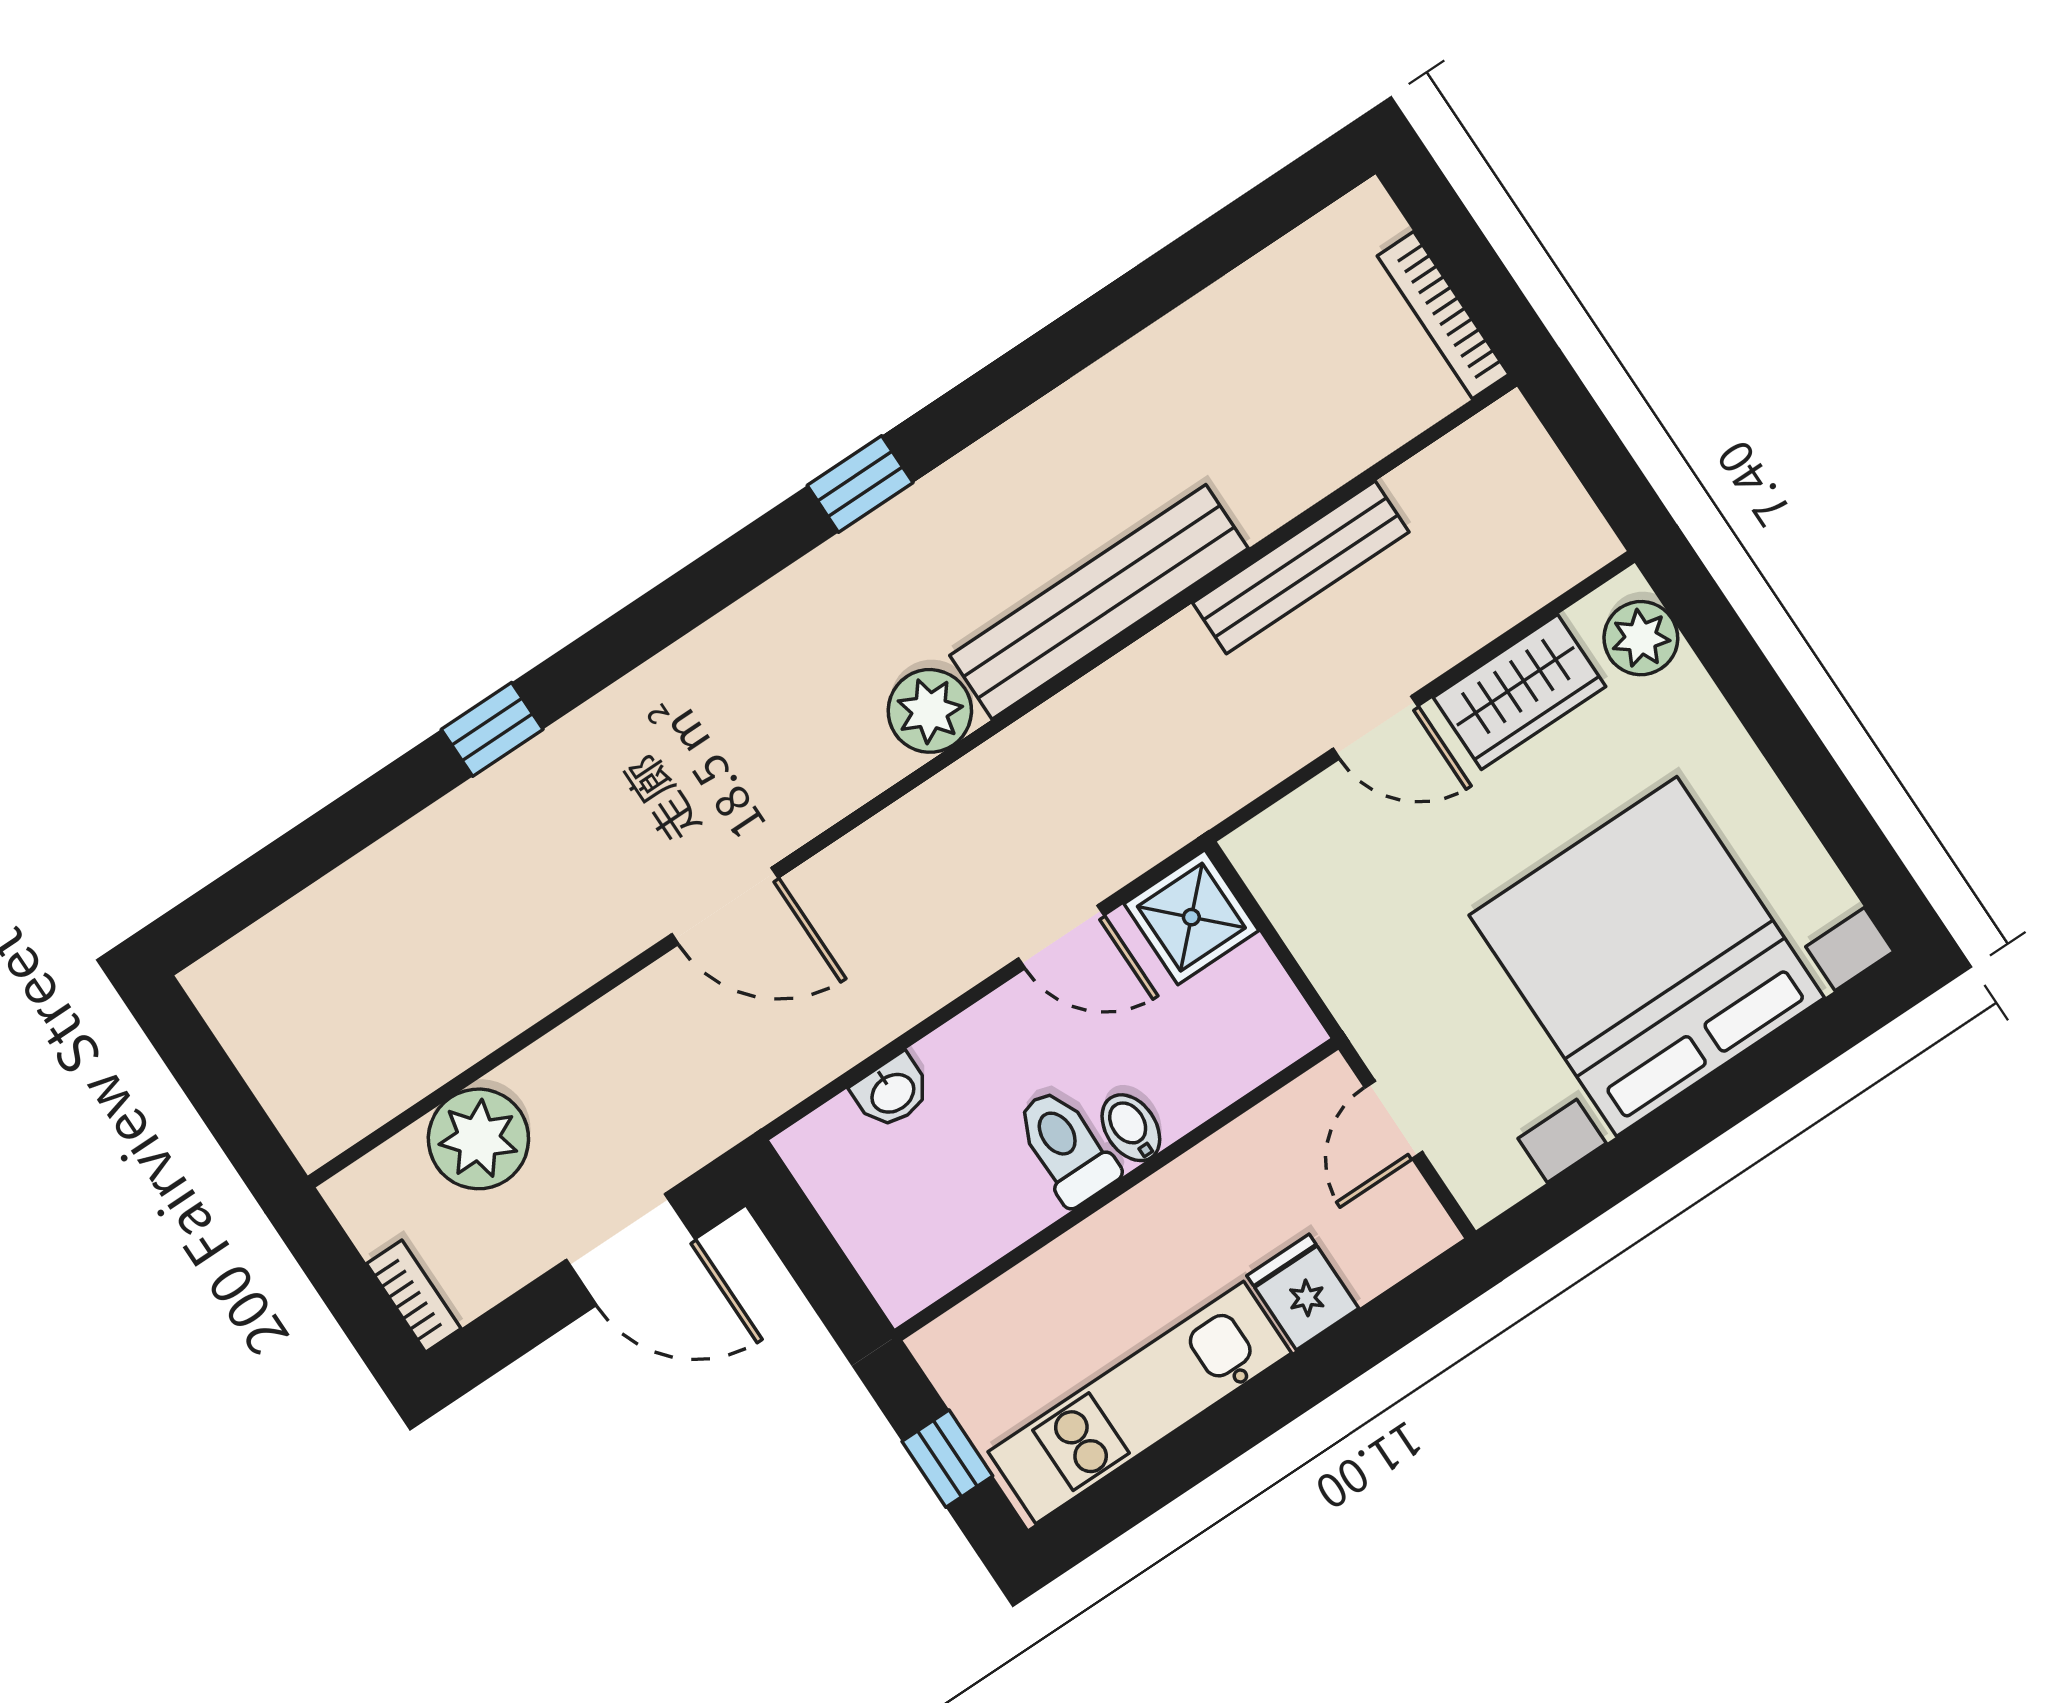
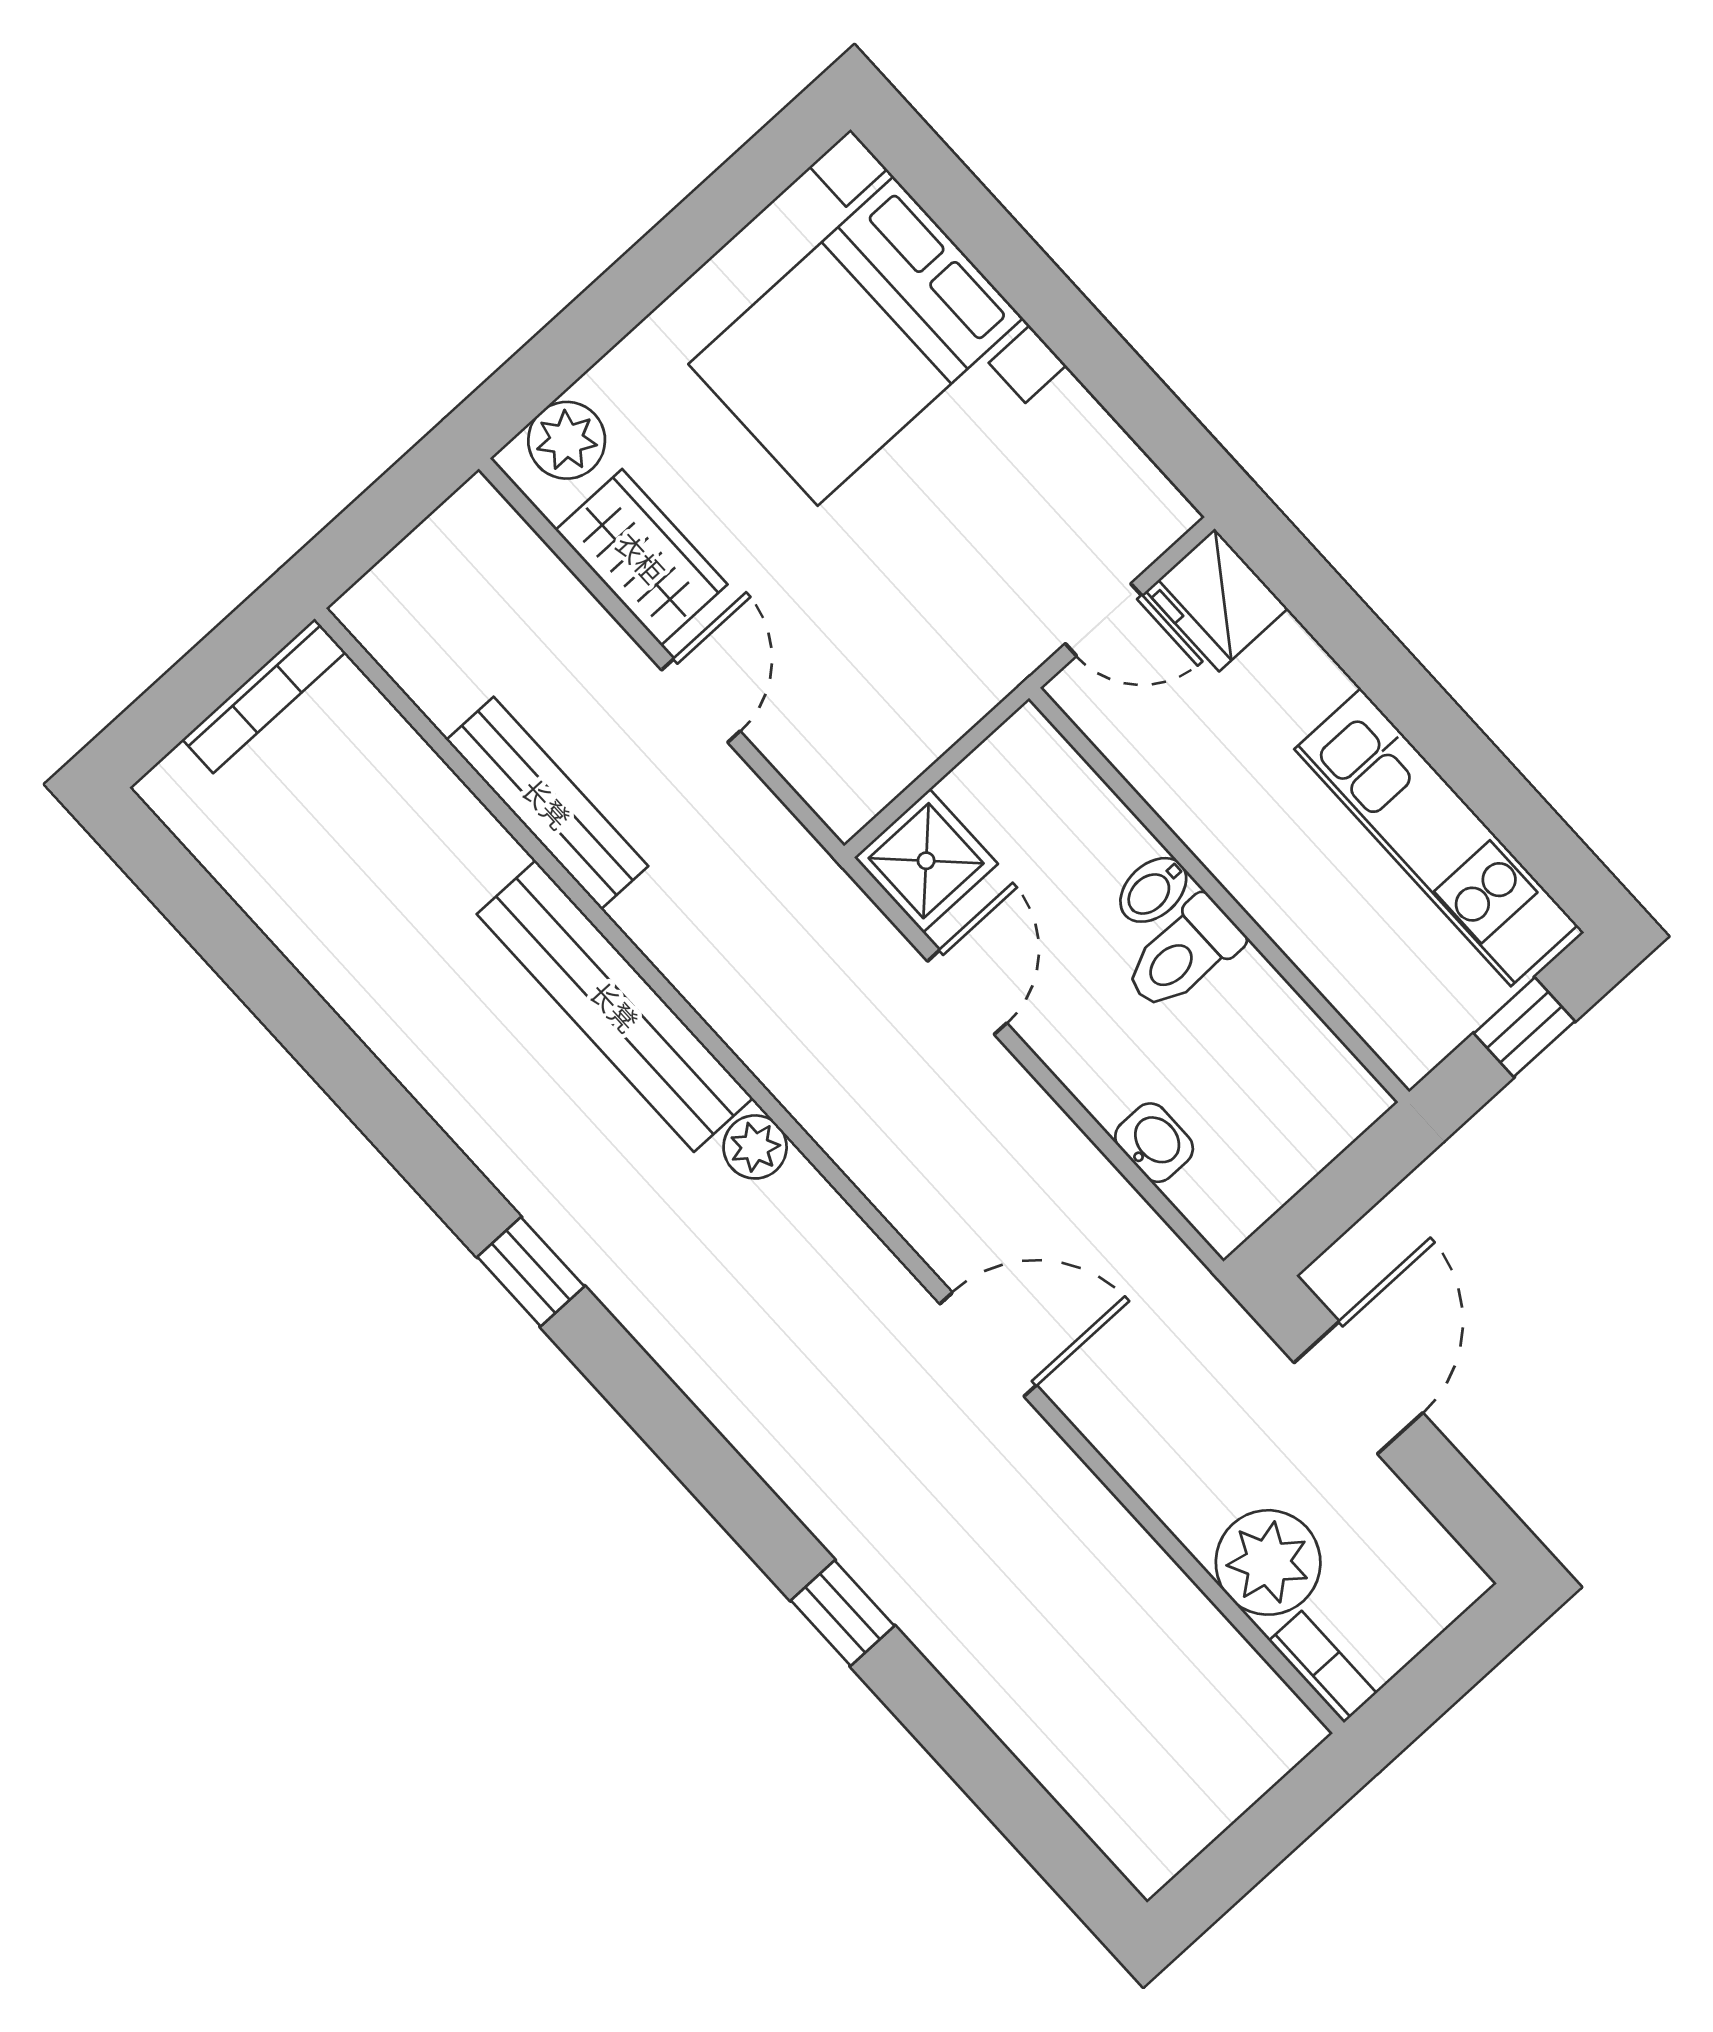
plant: (930, 711) -> (755, 1147), width x0.73, depth x0.73
door: (725, 906) -> (988, 1345), hinge flipped
bed with nightstands: (1647, 956) -> (856, 341), width x0.73
fridge: (1303, 1292) -> (1217, 600), moved, width x1.38
bookcase: (414, 1296) -> (1323, 1667), moved, turned 90

